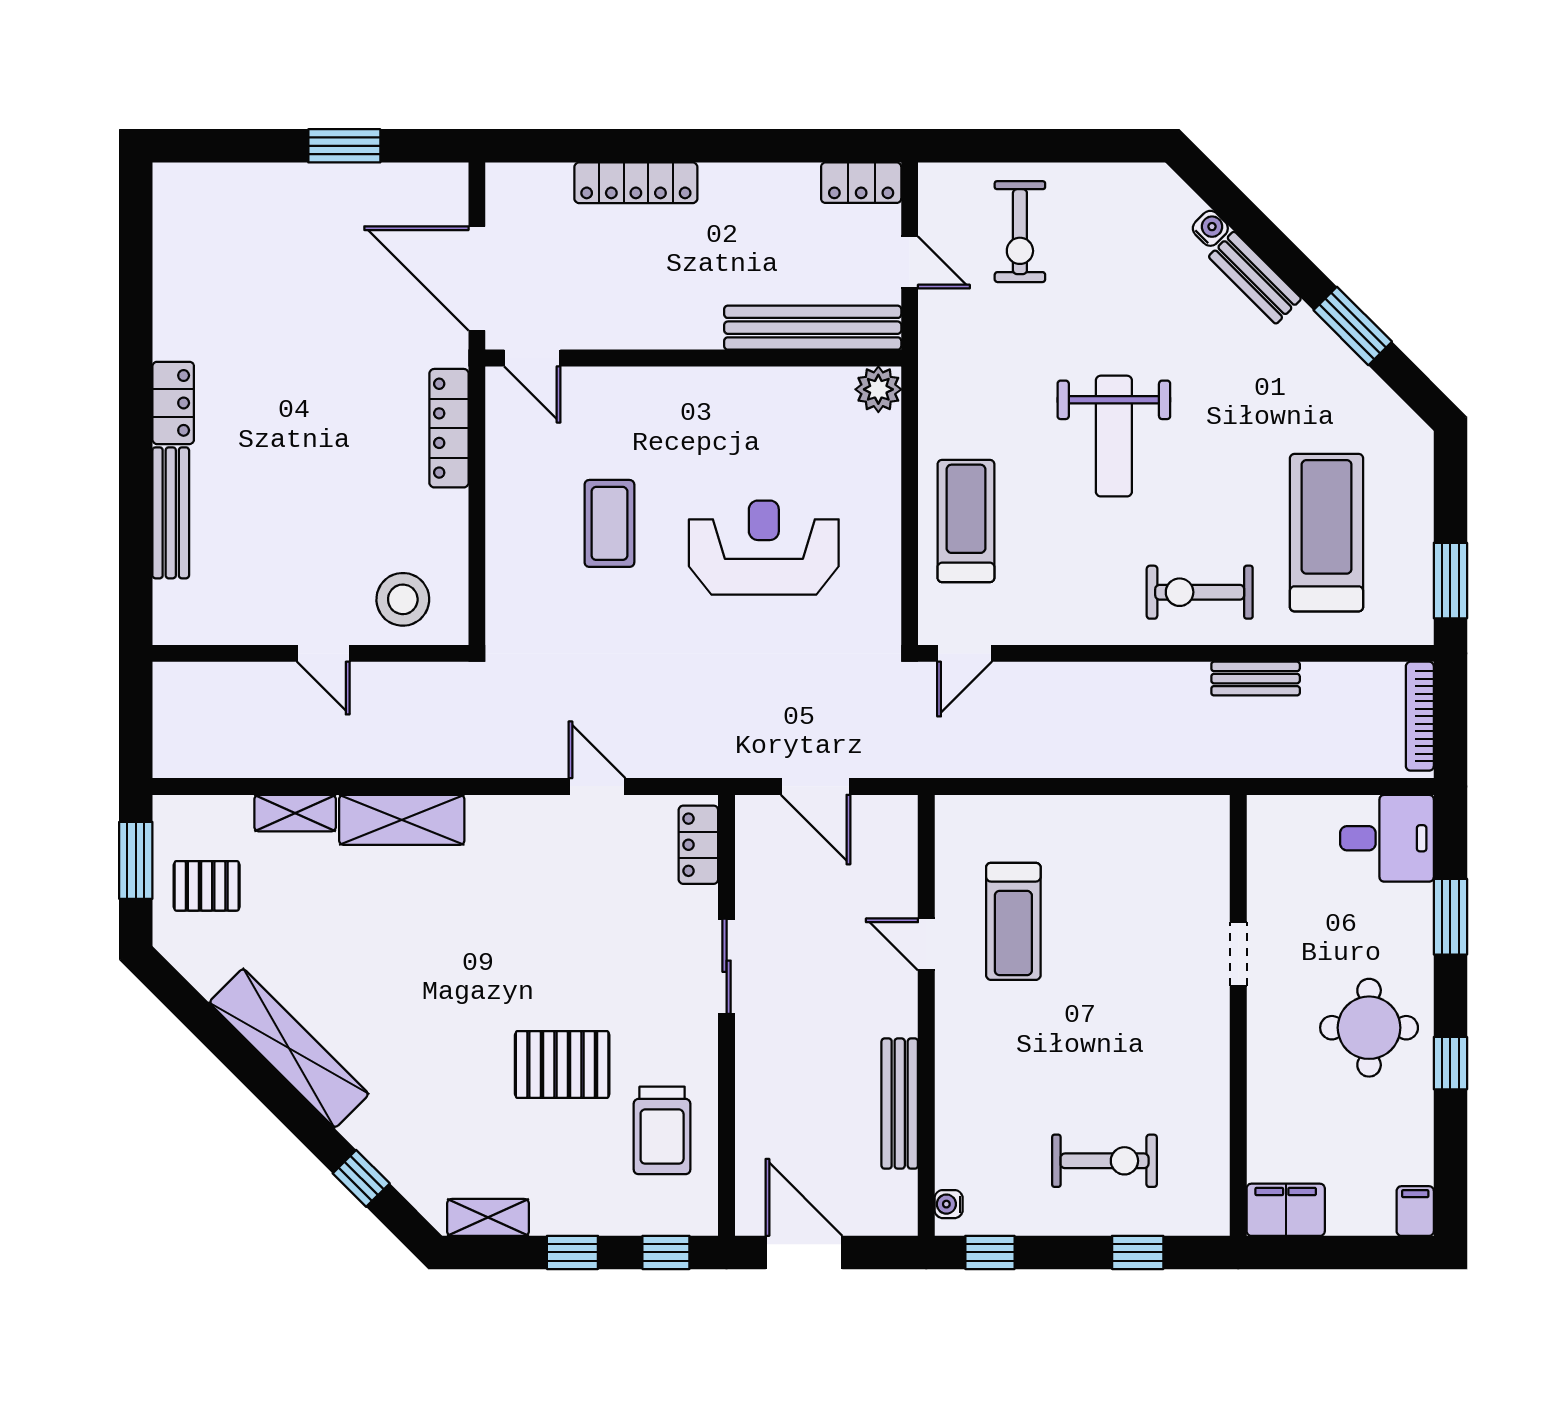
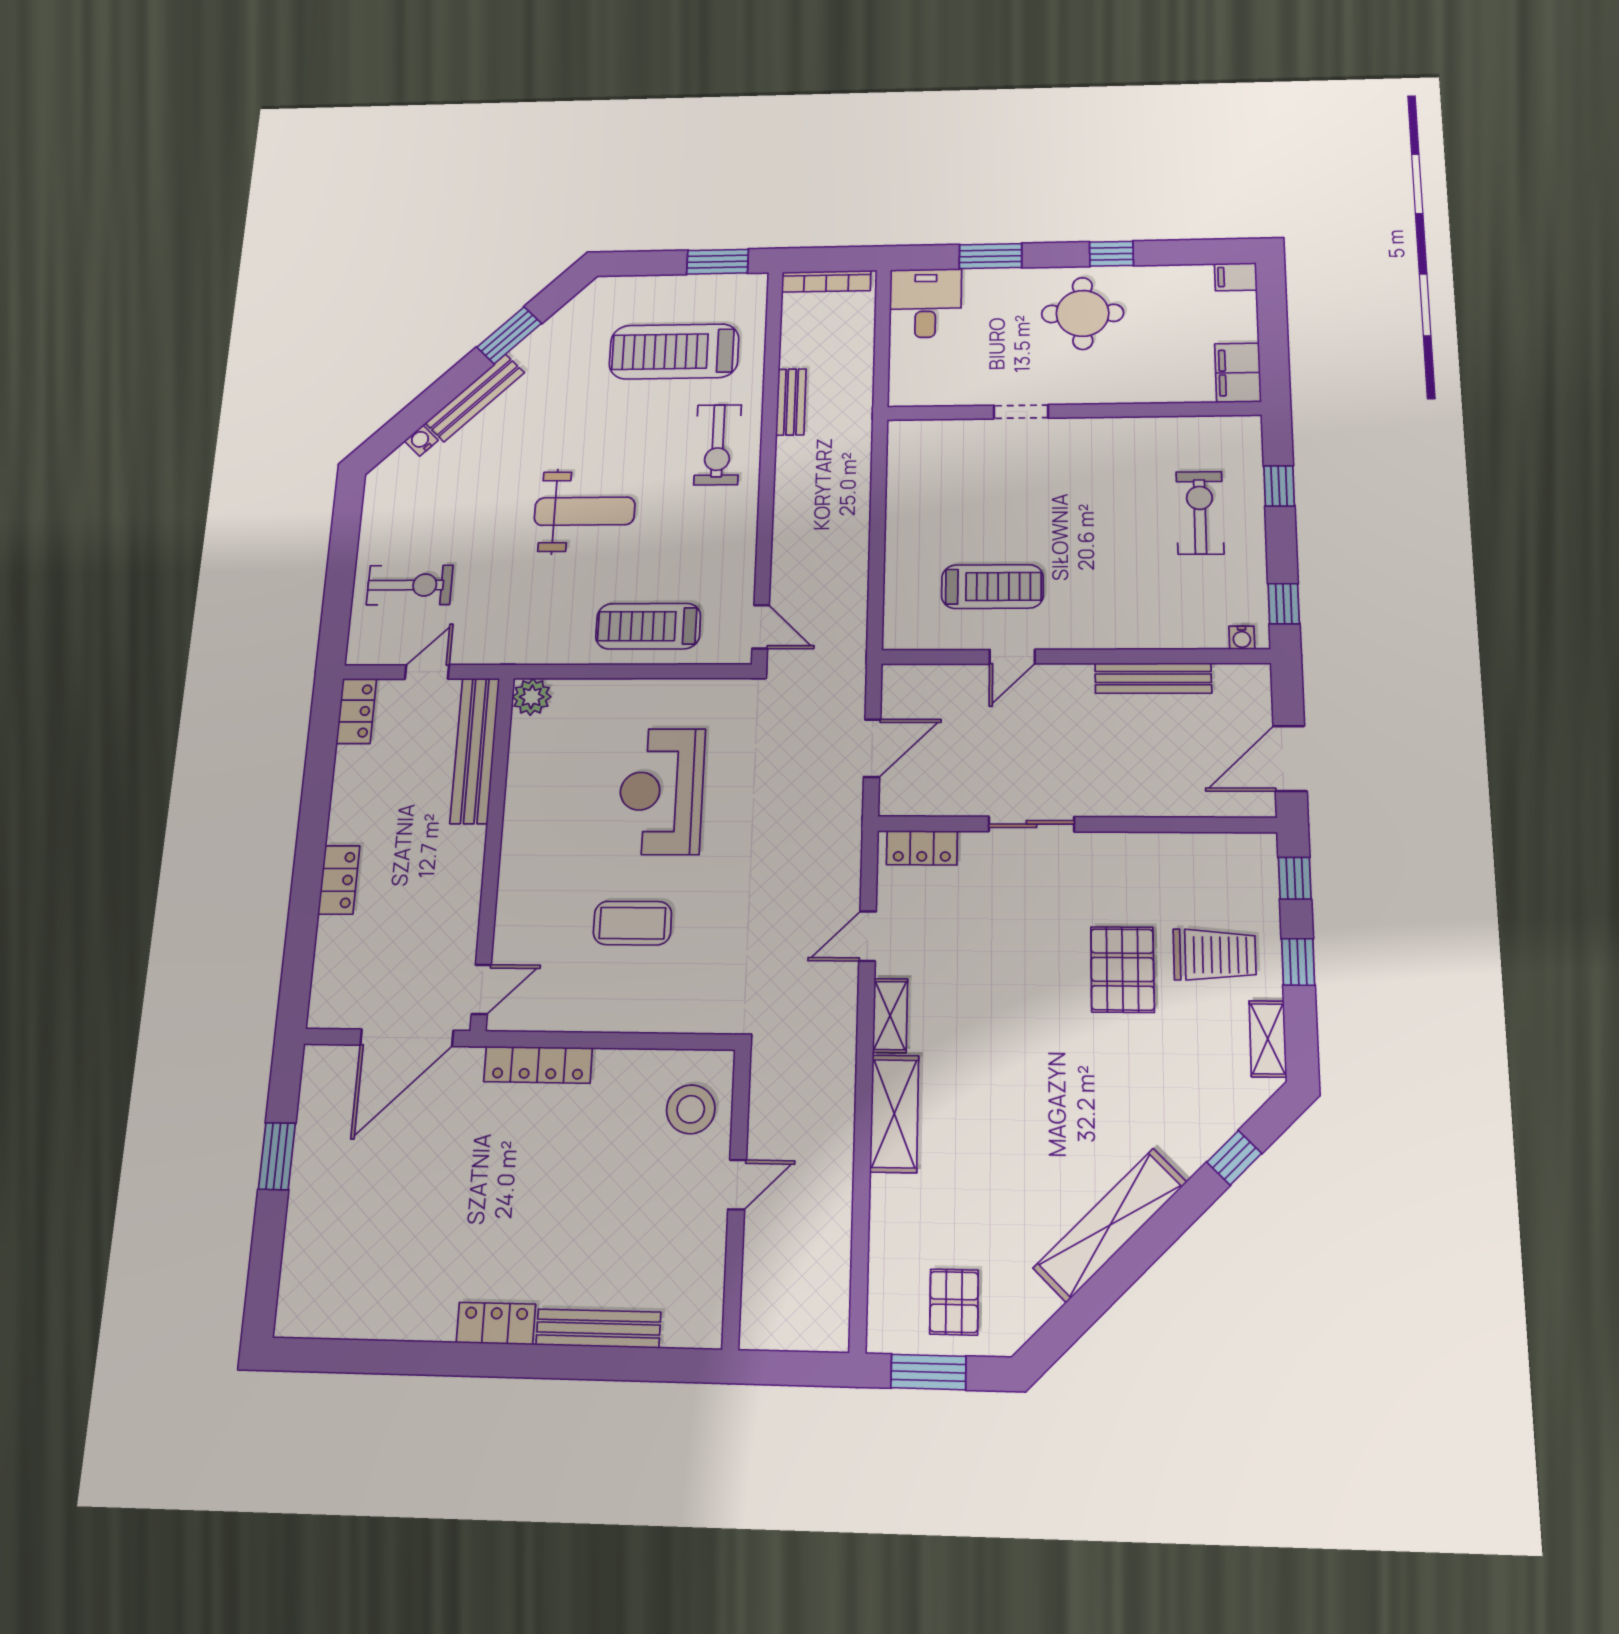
locker: (636, 183) -> (339, 880), width x0.66
bench: (1255, 278) -> (475, 398), width x1.36
shelving: (295, 813) -> (890, 1015), moved
trolley: (662, 1130) -> (1215, 955), moved

